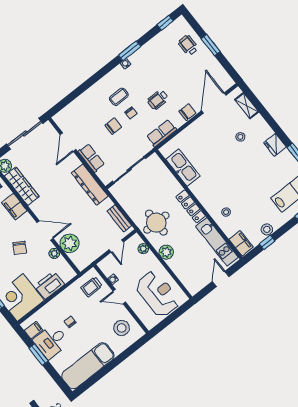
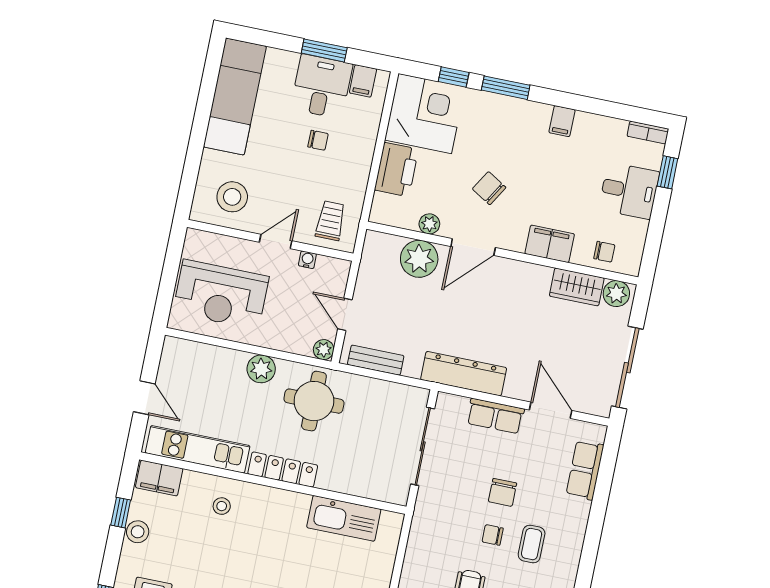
row of seats: (162, 133) -> (585, 470), moved, turned 180
wardrobe: (22, 186) -> (577, 287), width x0.67
plant: (143, 249) -> (324, 350), moved

